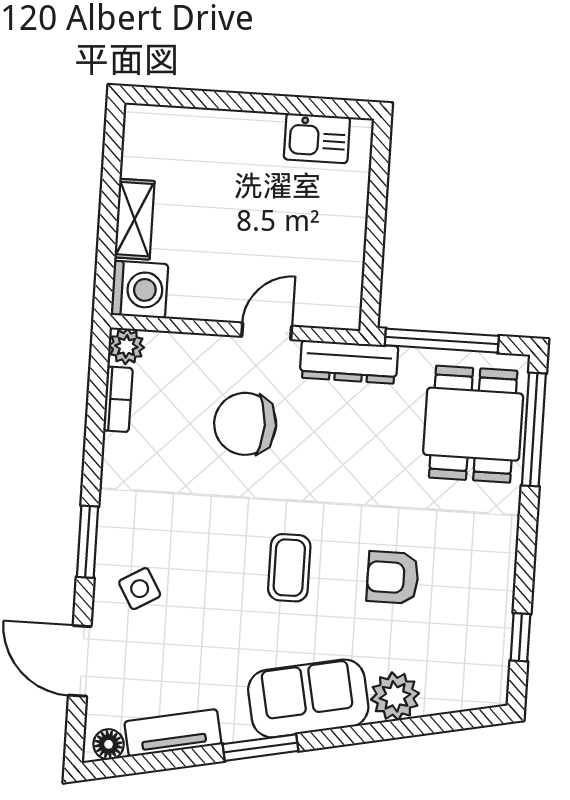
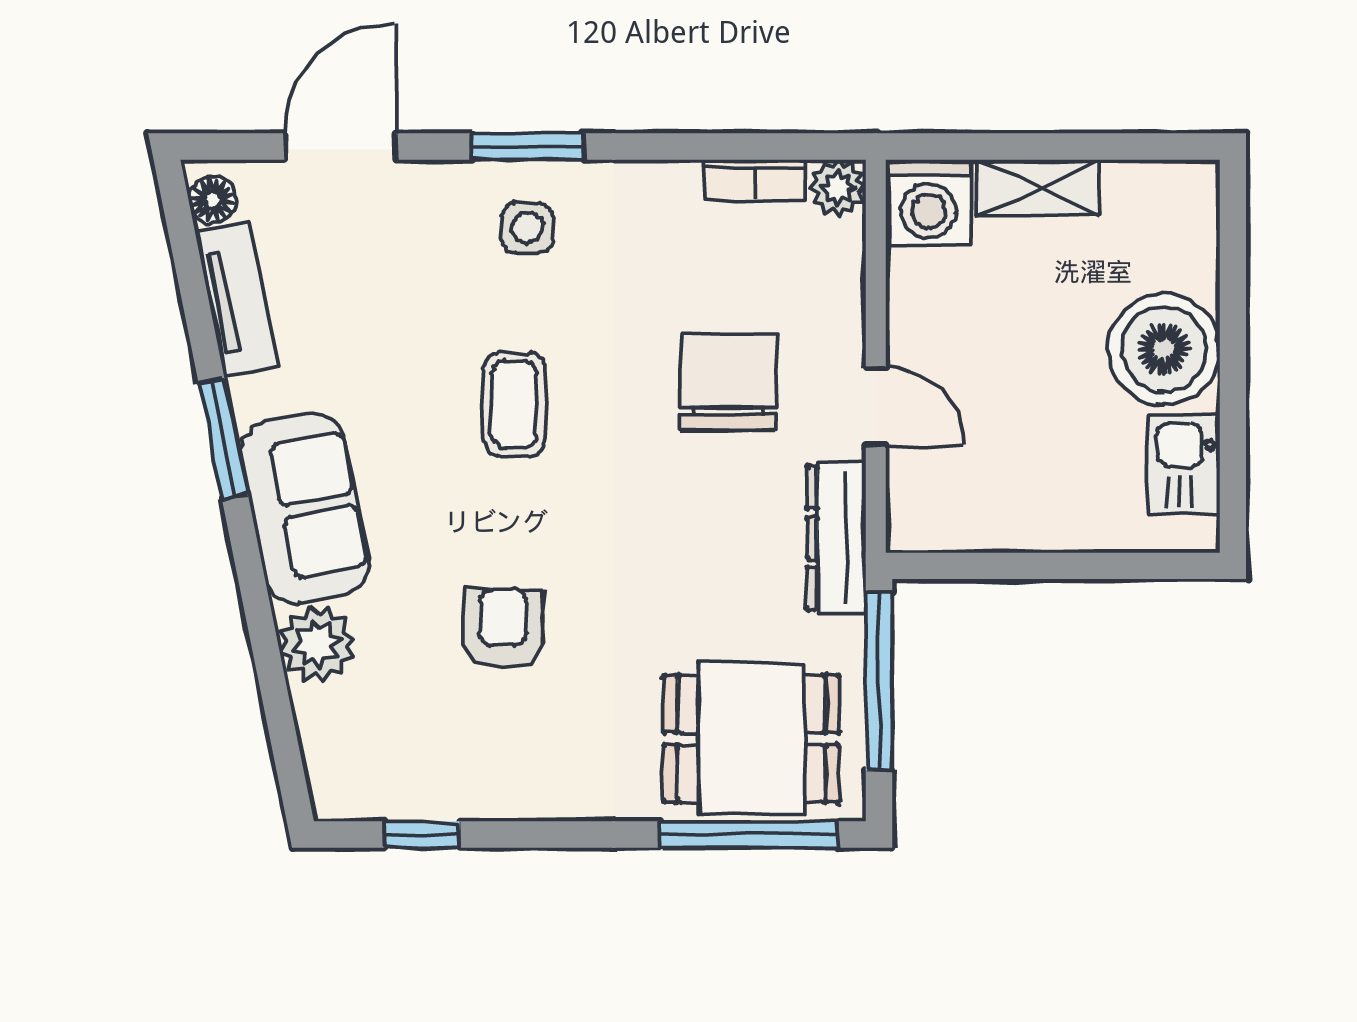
boiler: (242, 146) -> (1164, 349), added
coffee table: (289, 568) -> (514, 404), moved, turned 90
side table: (140, 589) -> (527, 228), moved, turned 30

